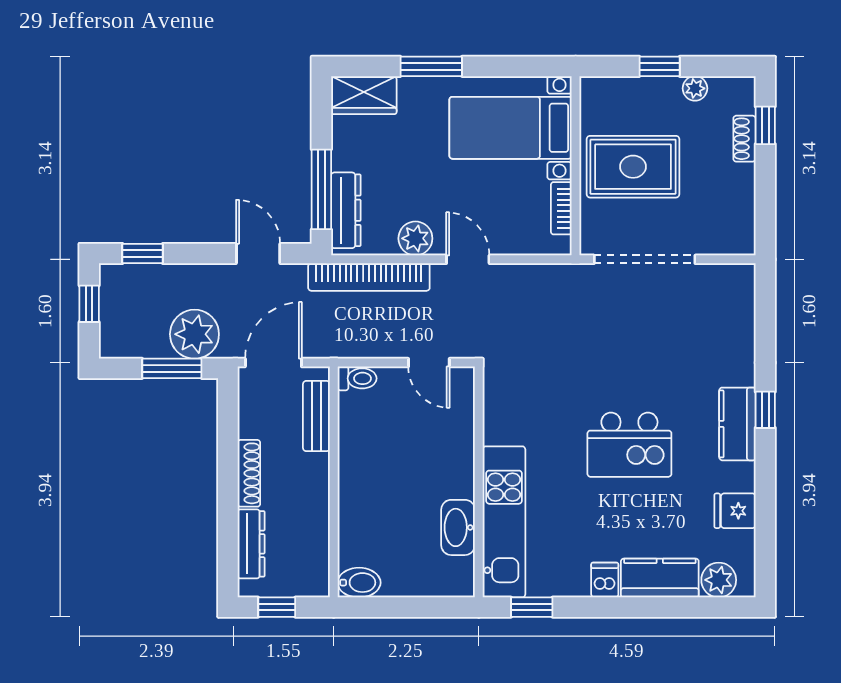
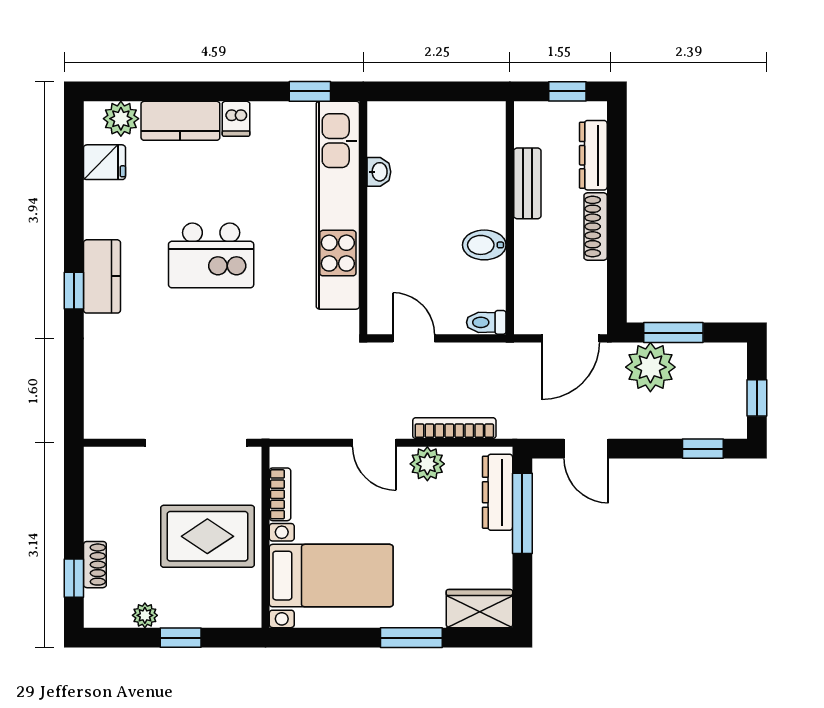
bookcase: (369, 277) -> (454, 428), width x0.68, depth x0.76
bench: (316, 416) -> (527, 183), moved
kitchen island: (629, 445) -> (211, 255), turned 180
fridge: (735, 511) -> (104, 162), moved
kitchen unit: (504, 522) -> (338, 205), width x1.36
washbasin: (458, 527) -> (379, 172), width x0.52, depth x0.69
bidet: (359, 583) -> (484, 245), moved

